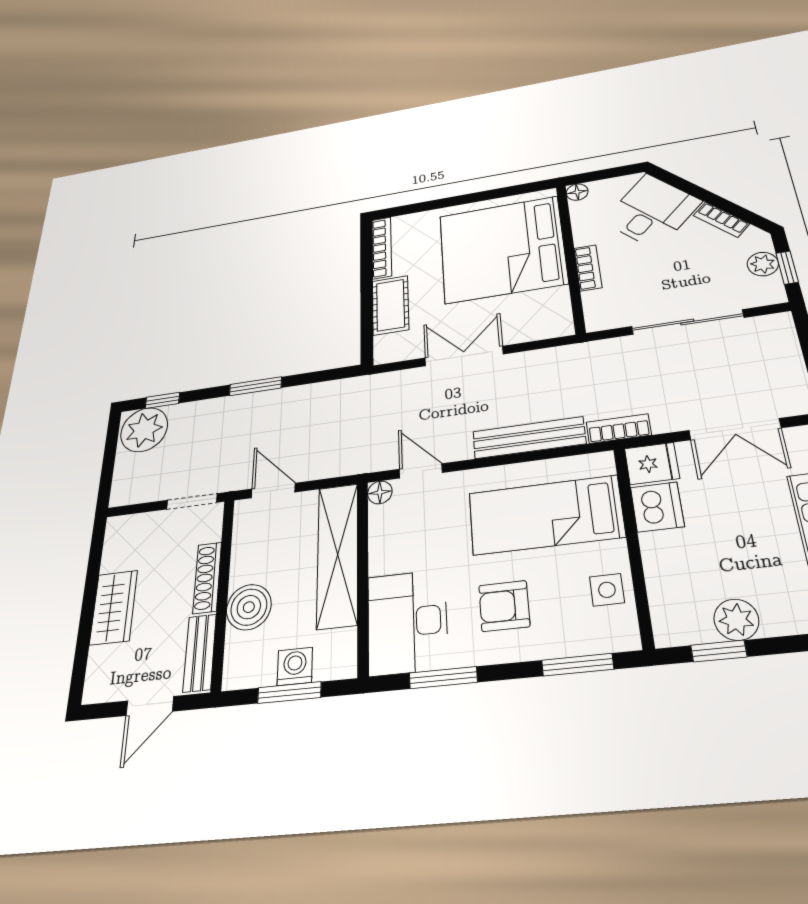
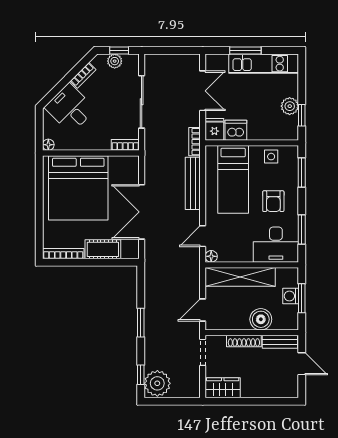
bookcase: (588, 268) -> (125, 145), moved
double door: (464, 356) -> (142, 212), width x1.37
wardrobe: (114, 607) -> (223, 388), moved

